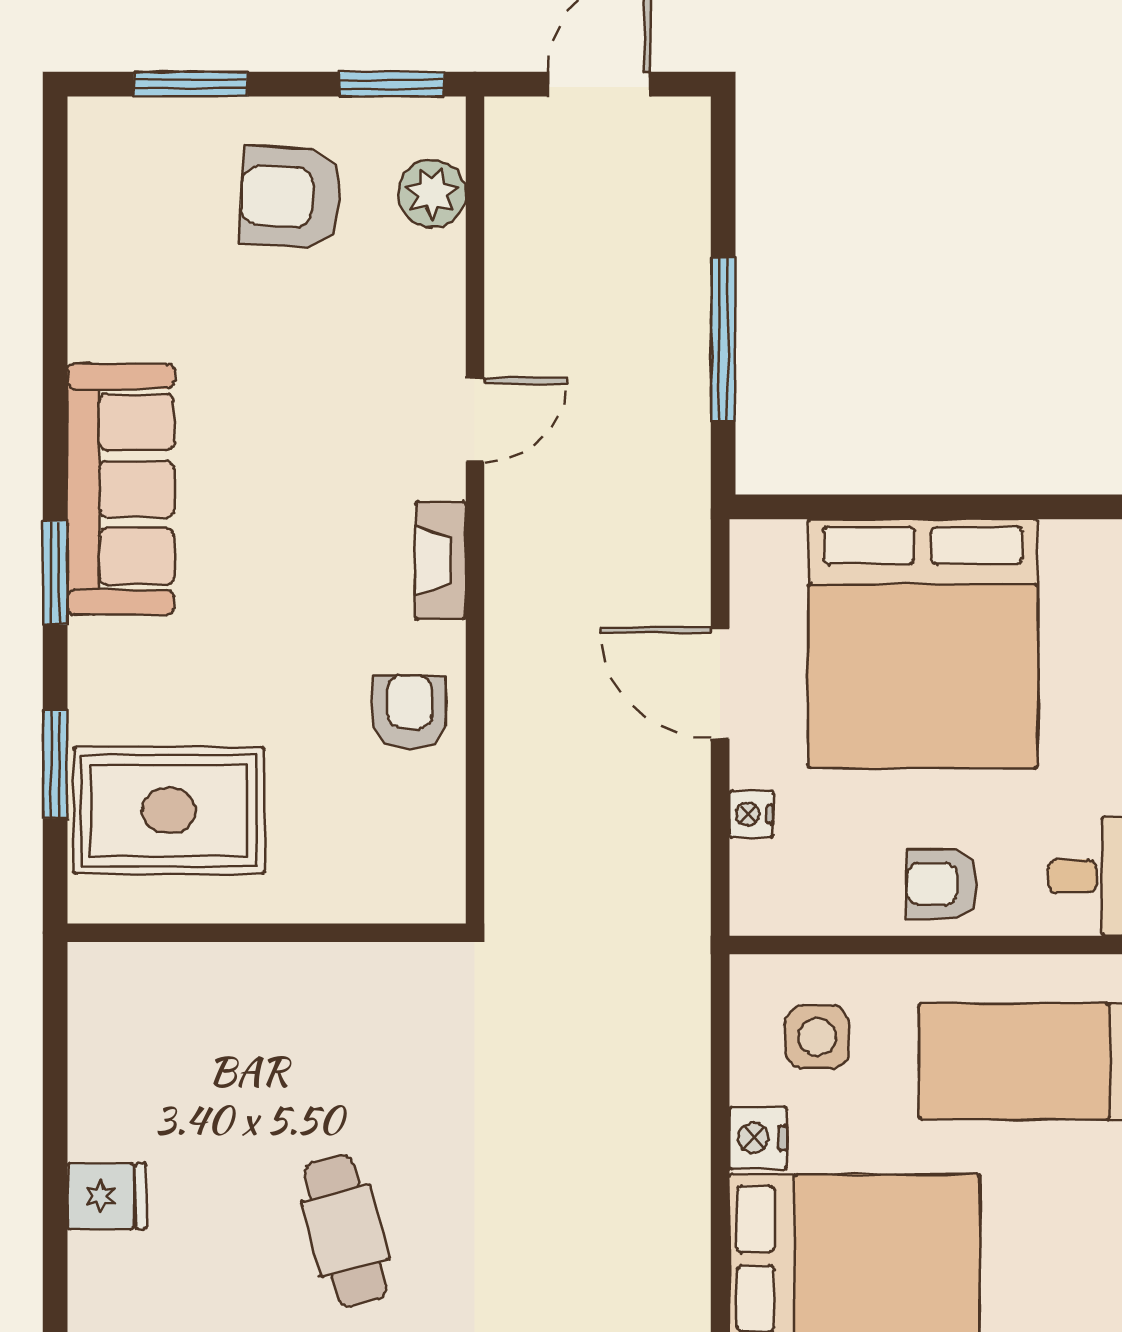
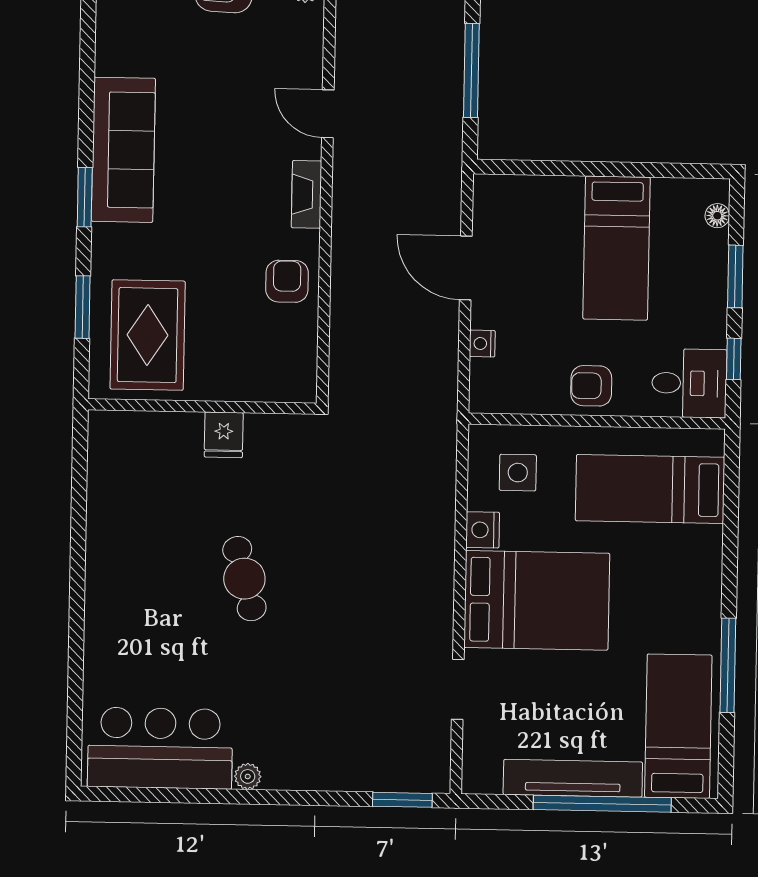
door: (475, 420) -> (328, 114), swing flipped
bed: (923, 644) -> (617, 248), width x0.49
rug: (169, 811) -> (148, 335), turned 90
fridge: (107, 1196) -> (224, 435), moved, turned 90

